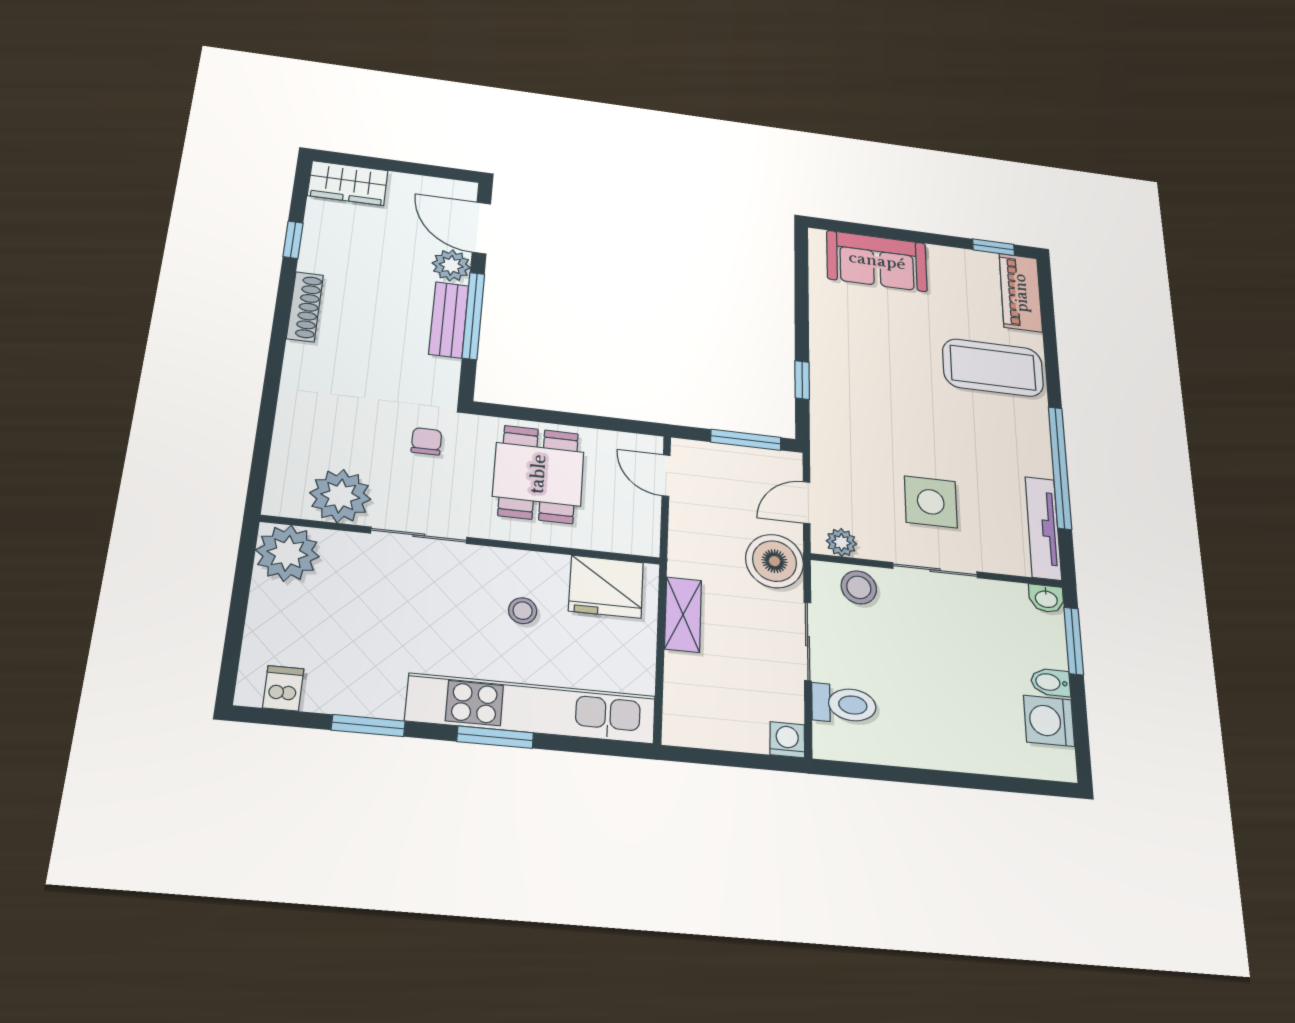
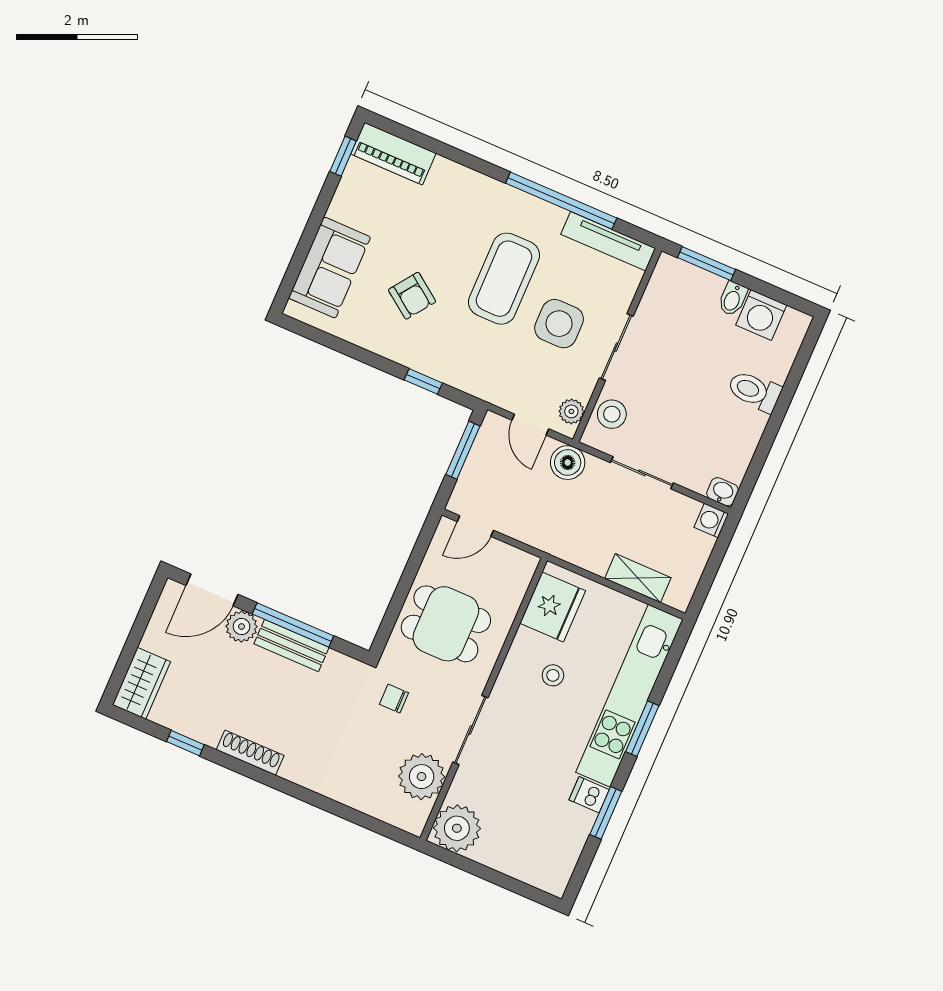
armchair: (887, 346) -> (412, 296), added
coffee table: (993, 368) -> (504, 279), moved
boiler: (774, 561) -> (568, 463), width x0.73, depth x0.73
washbasin: (1046, 598) -> (723, 492), moved, turned -90
shelving: (683, 615) -> (638, 578), moved
dishwasher: (283, 688) -> (589, 795), moved
toilet: (844, 704) -> (754, 391), moved, turned -90

